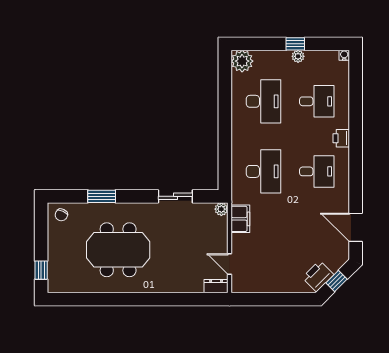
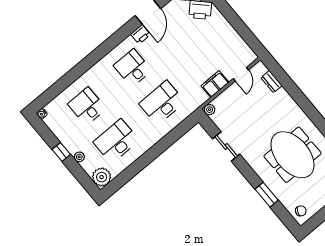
plant: (298, 56) -> (79, 157), moved
printer: (341, 138) -> (140, 34), moved
filing cabinet: (240, 219) -> (215, 84), moved
dresser: (216, 286) -> (272, 82), moved

